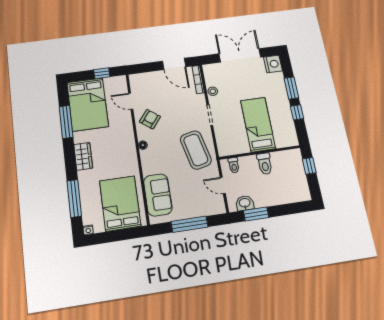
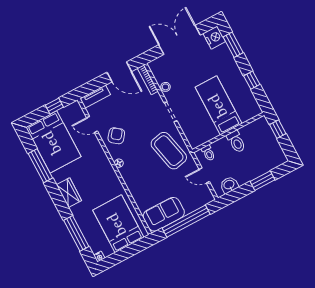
tv unit: (143, 78) -> (95, 97), added
window: (291, 88) -> (233, 45), moved
sofa: (158, 195) -> (164, 214), moved, turned -90
window: (256, 214) -> (262, 181), moved
window: (190, 224) -> (186, 221), width x1.46

